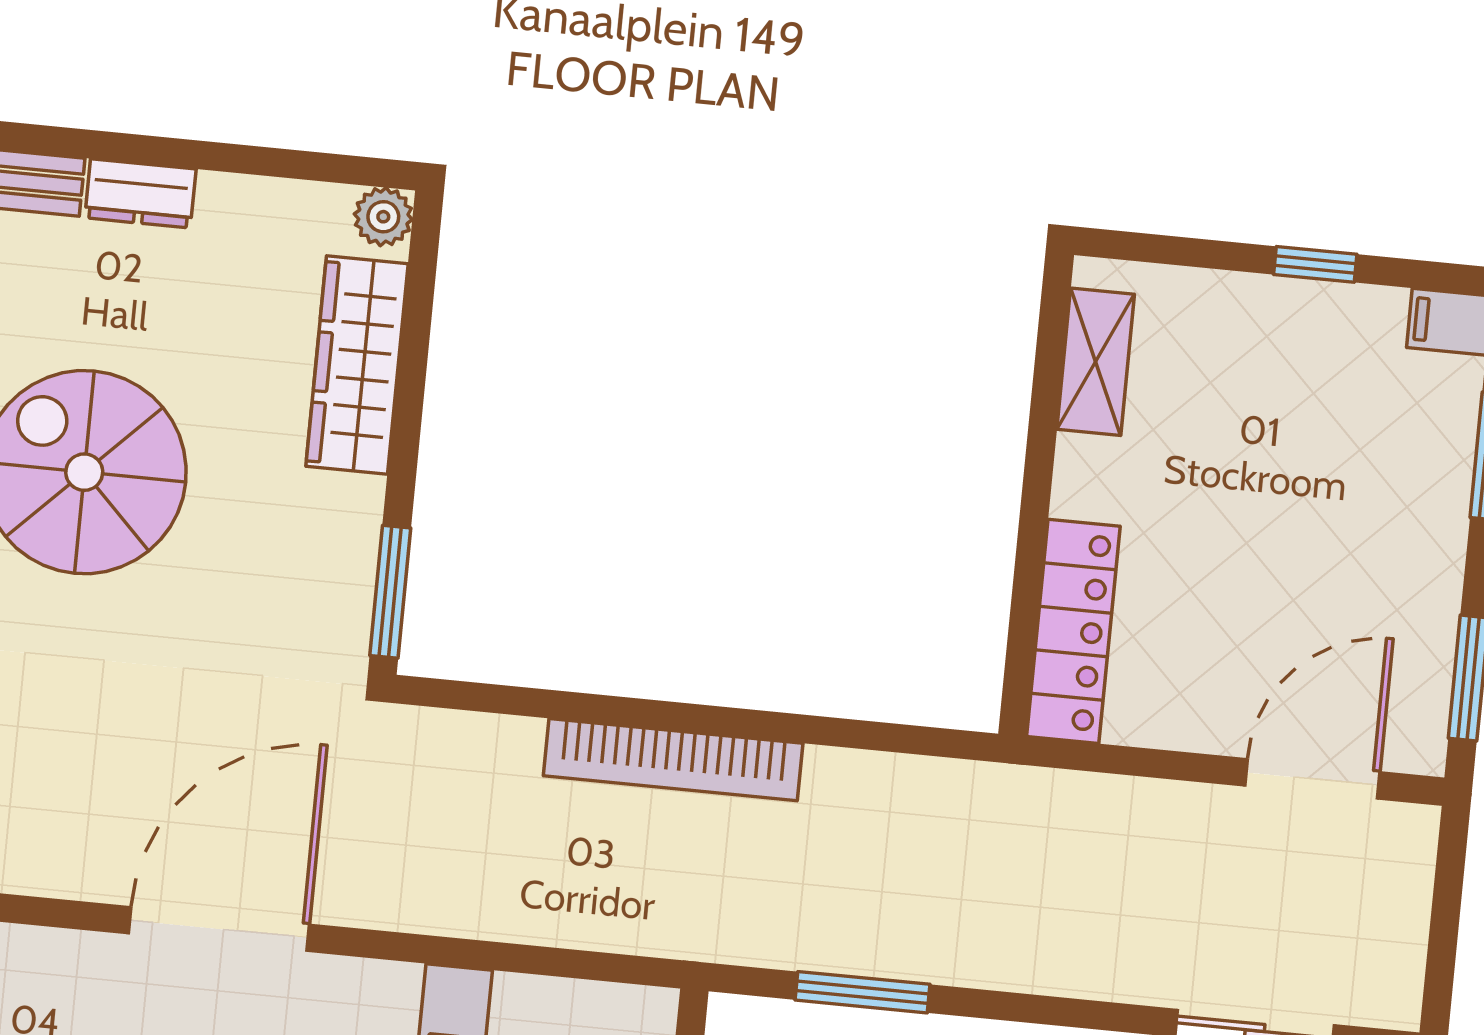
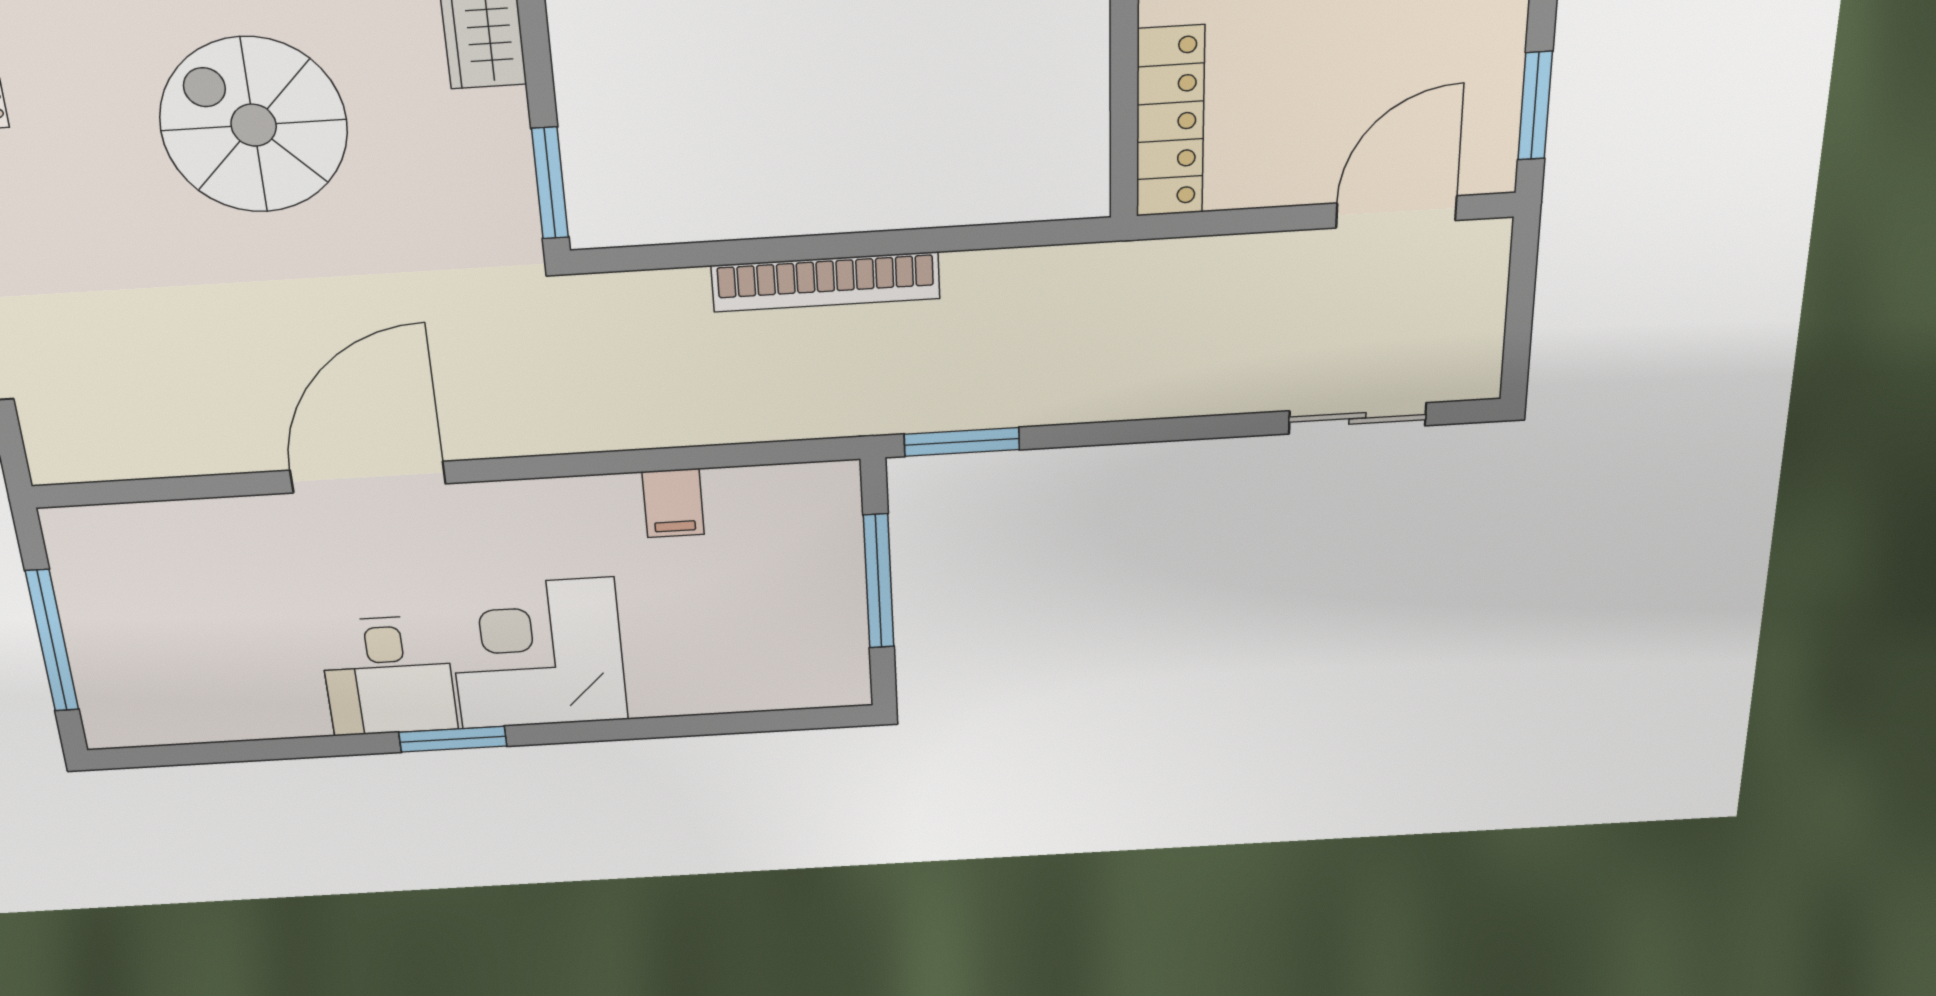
door: (219, 929) -> (368, 477), moved
window: (863, 992) -> (962, 442), moved

